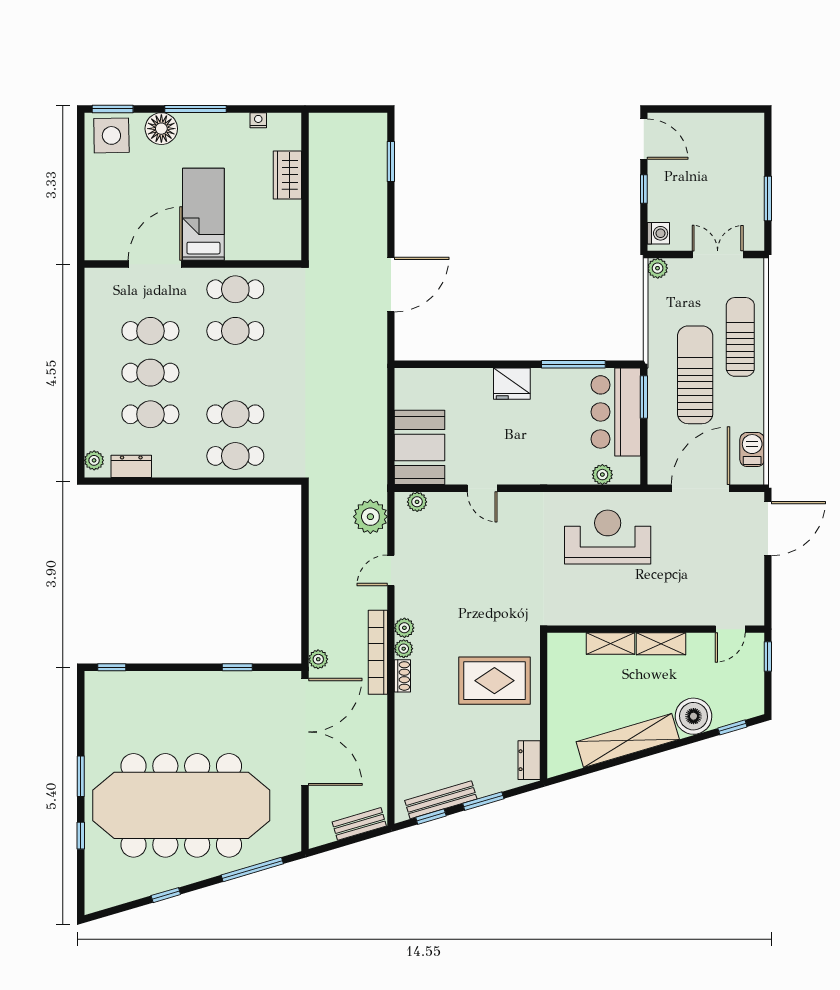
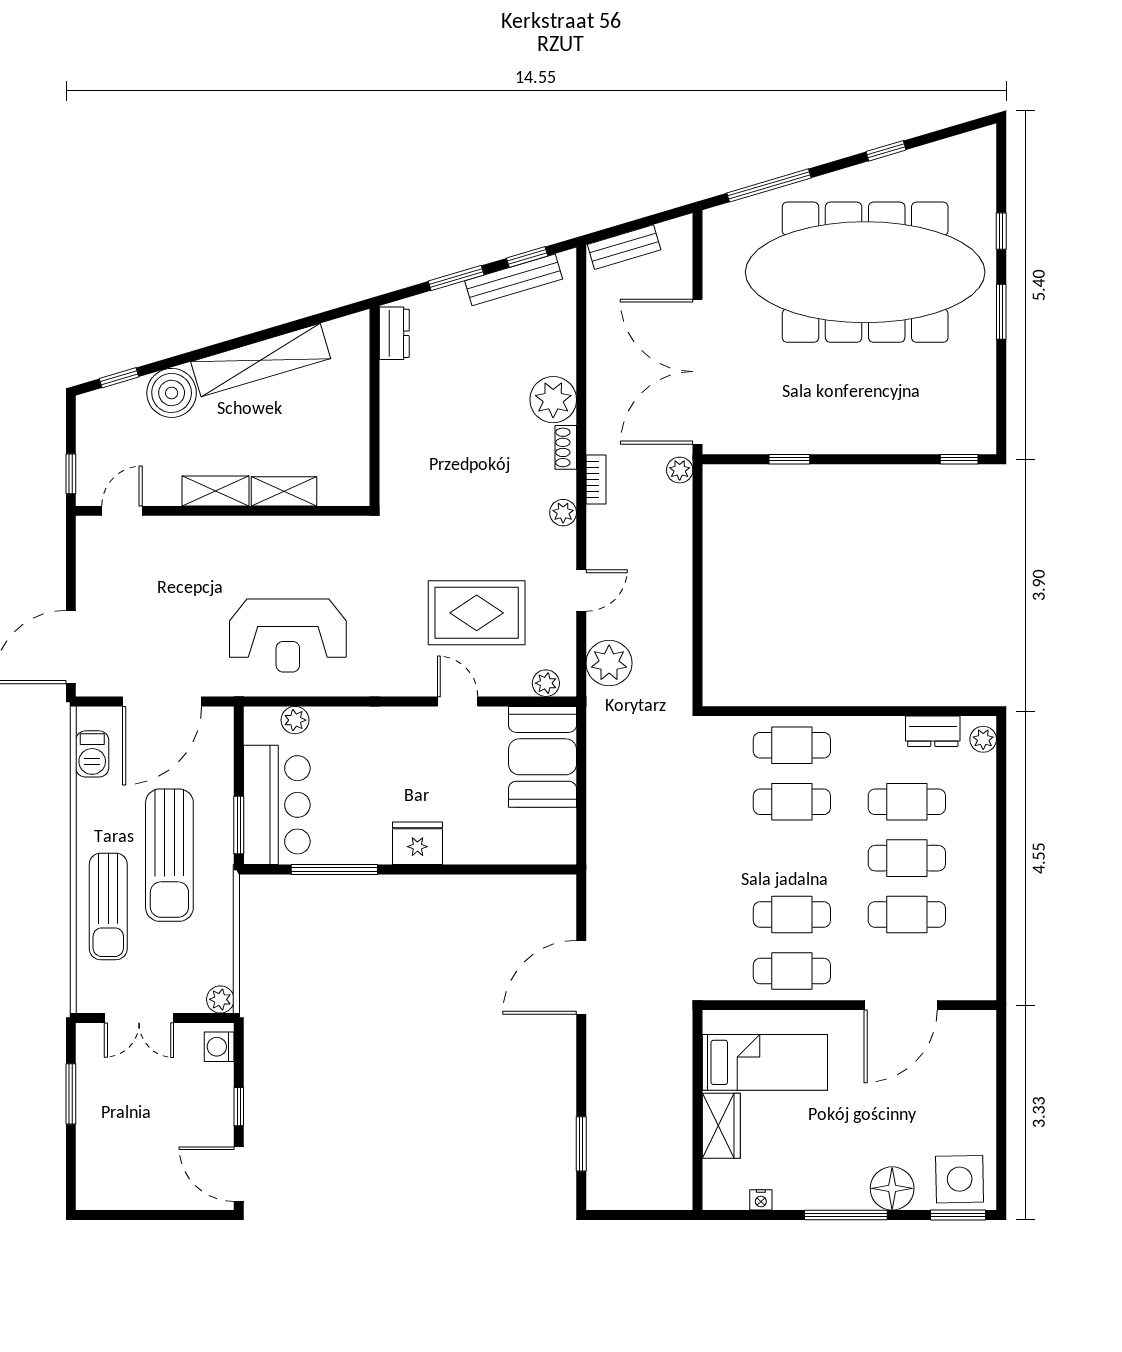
bed: (203, 214) -> (765, 1062), moved, turned -90
plant: (404, 649) -> (553, 400), moved, width x1.87, depth x1.87
bookcase: (378, 652) -> (596, 480), width x0.43, depth x0.76
rug: (494, 681) -> (477, 613), moved

